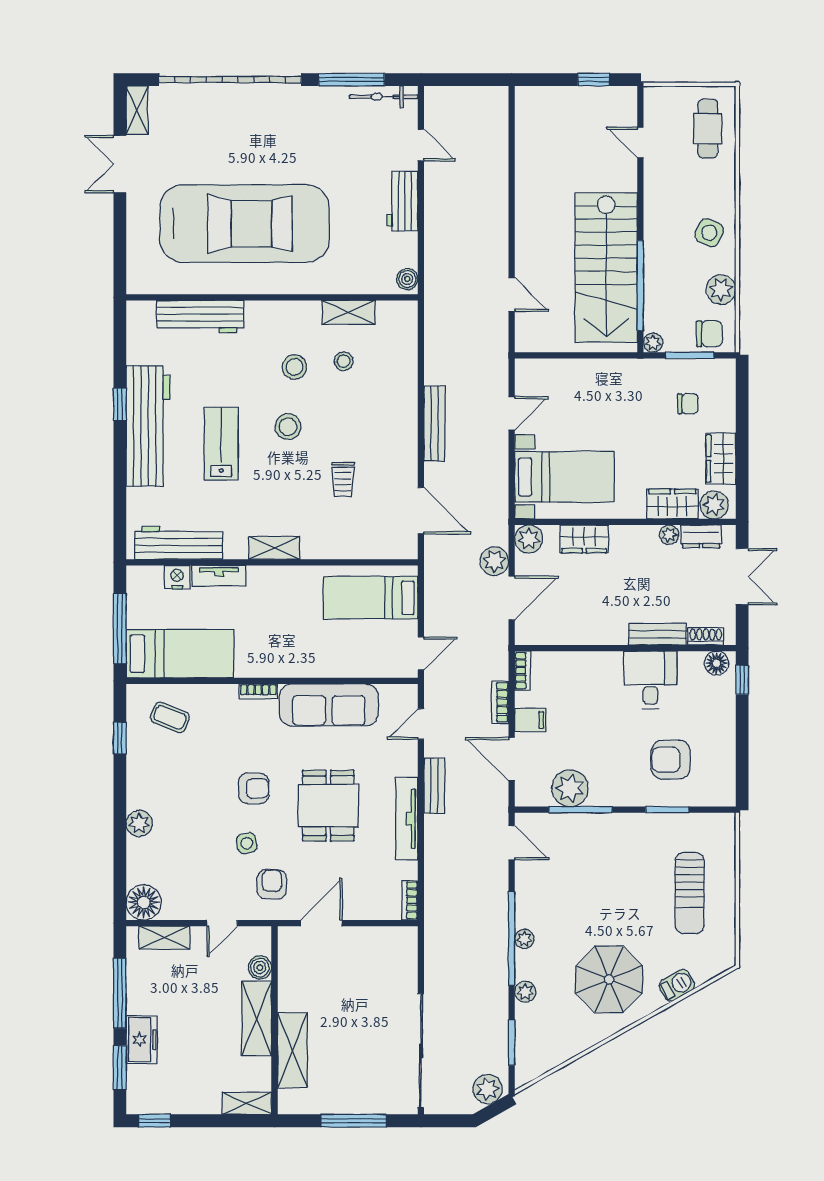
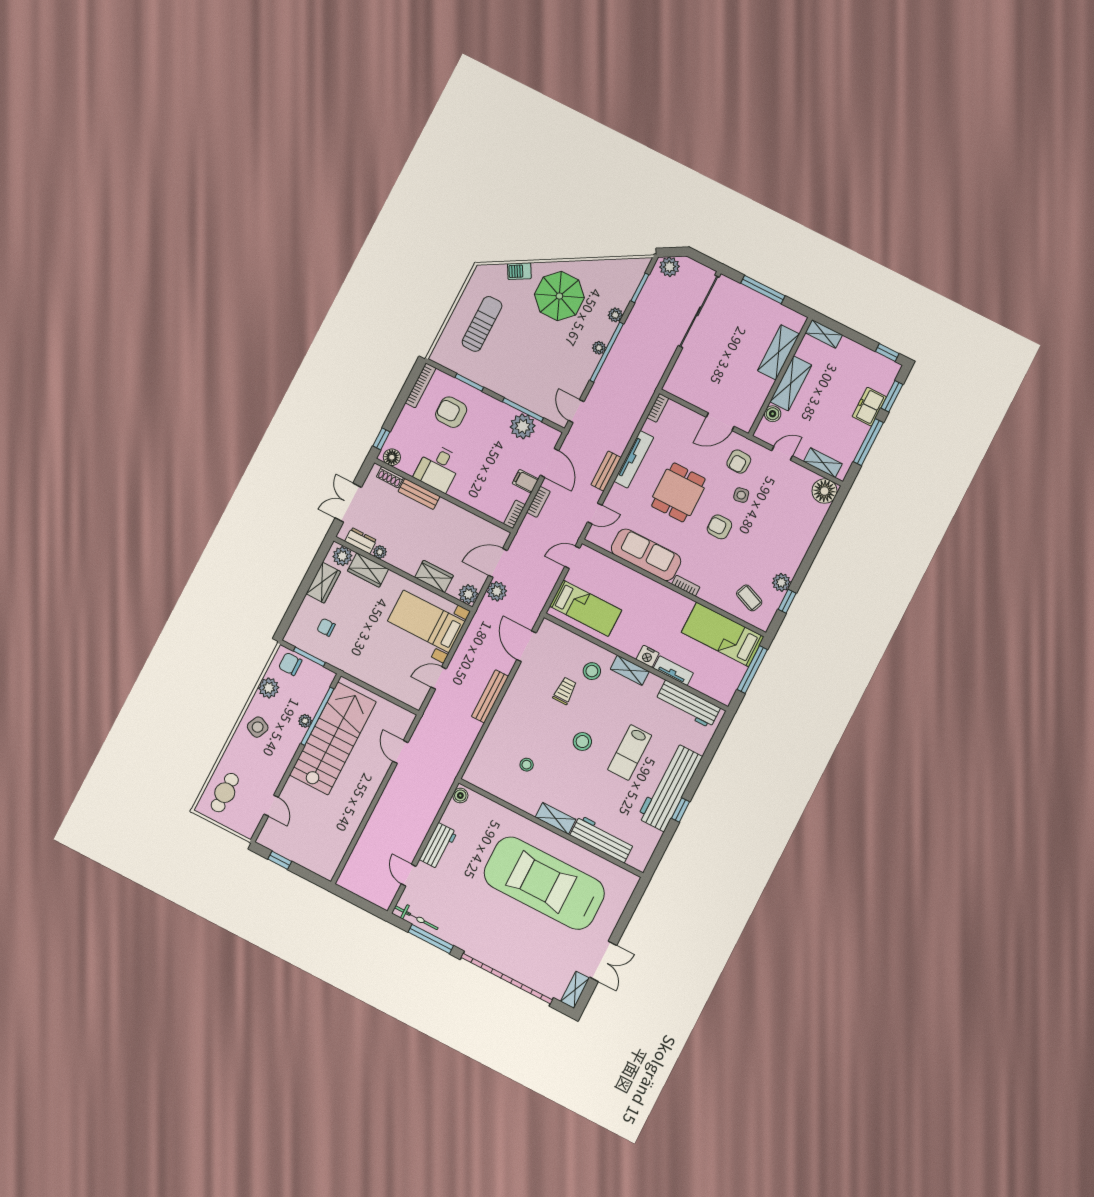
shelving: (349, 312) -> (556, 818), moved
plant: (653, 343) -> (305, 721), moved
stool: (294, 367) -> (592, 671), moved
nightstand: (177, 577) -> (648, 656), moved
armchair: (671, 760) -> (451, 412), turned 180
bookcase: (727, 774) -> (421, 385), added
plant: (139, 823) -> (781, 582), moved

